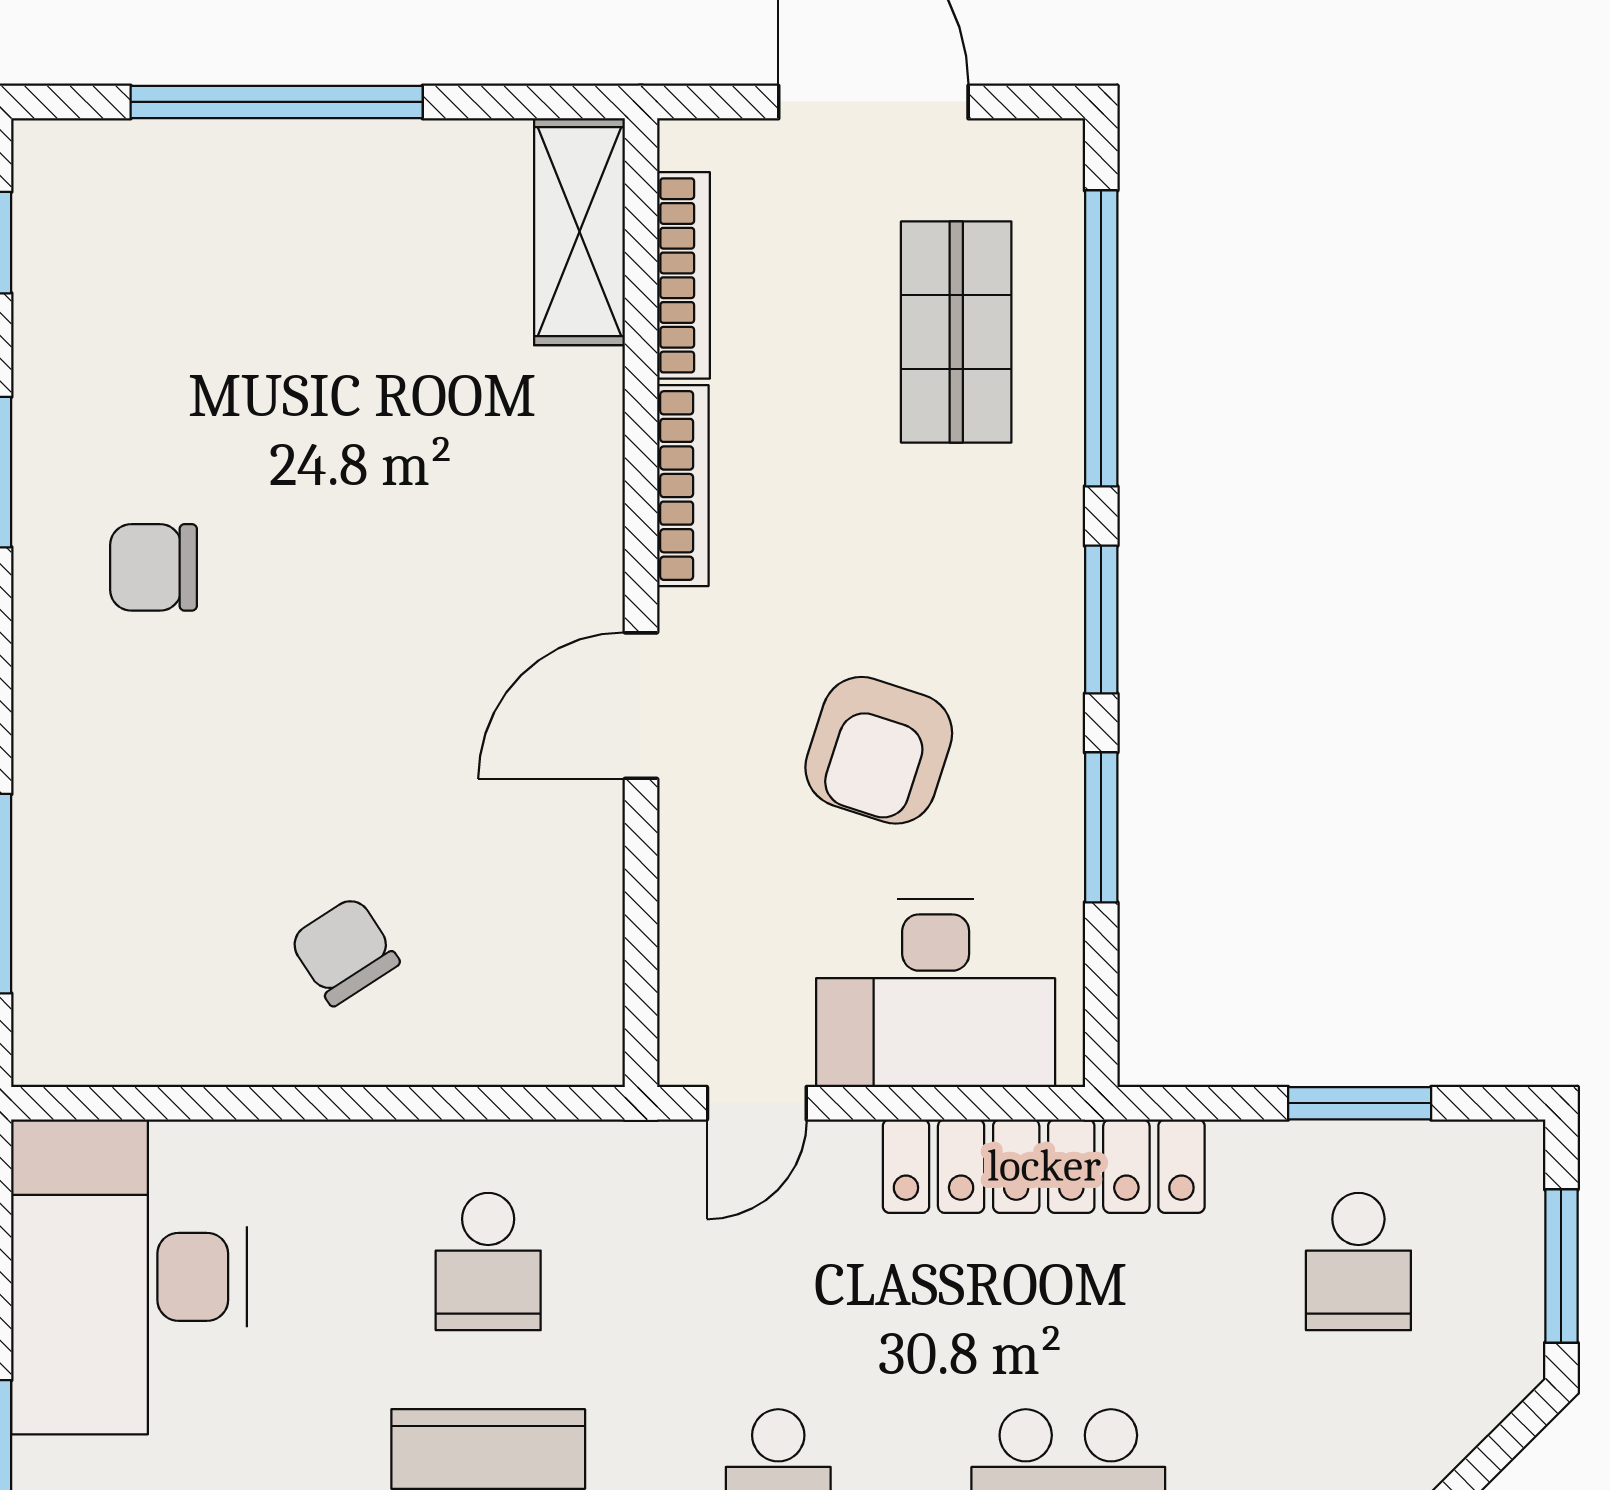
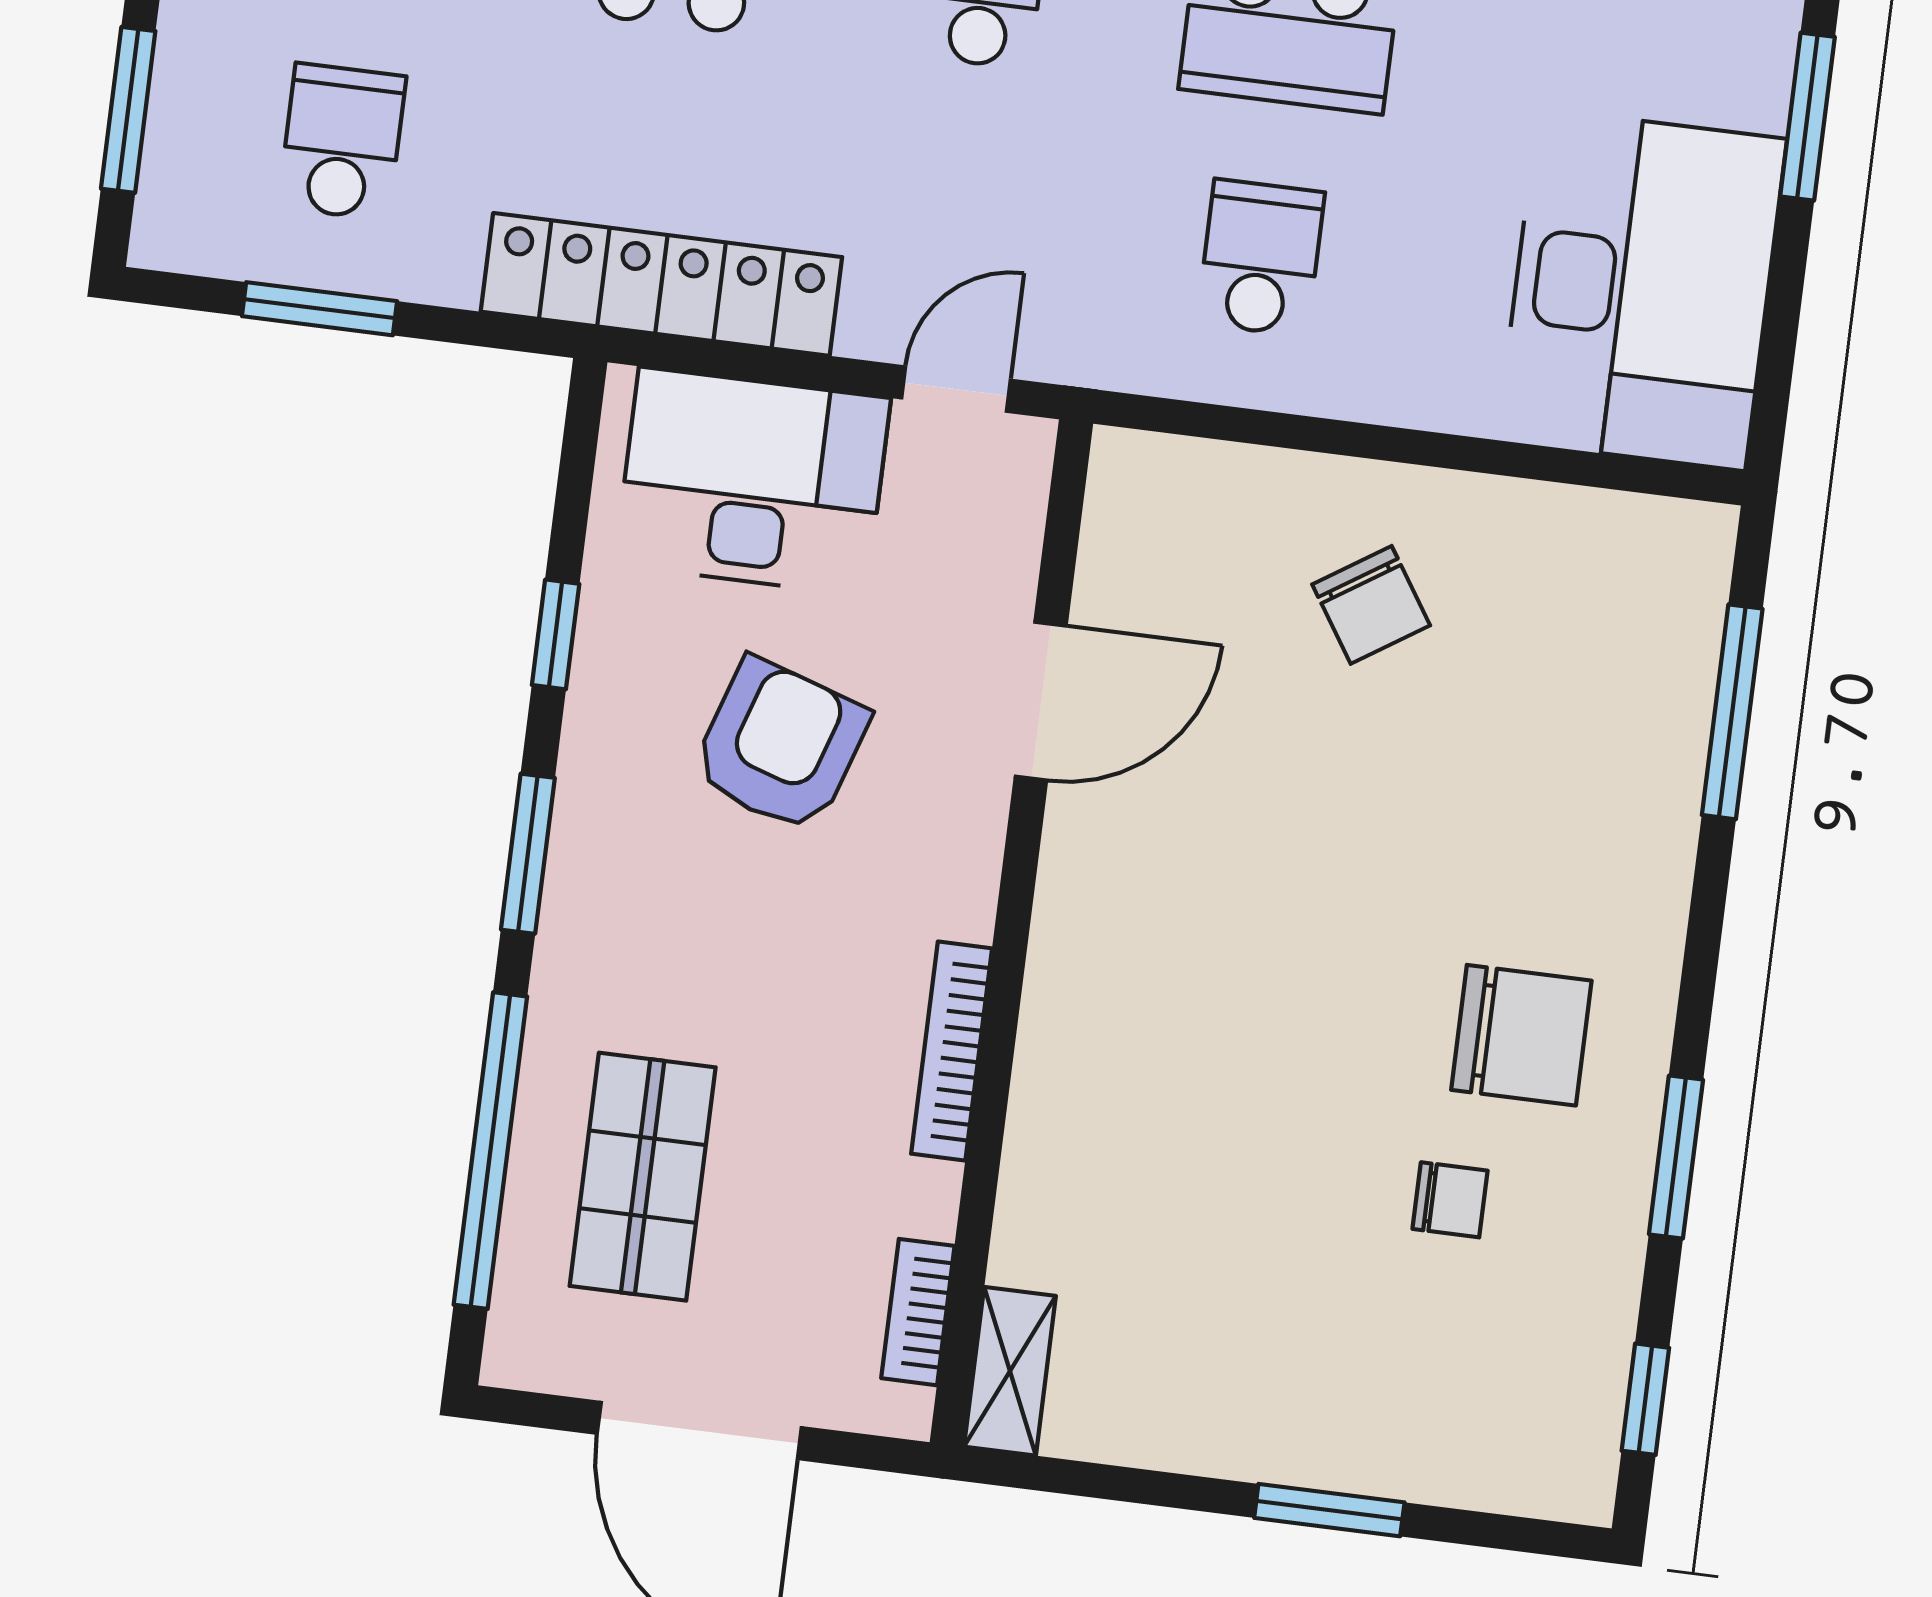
window: (277, 102) -> (1329, 1510), width x0.47
shelving: (579, 232) -> (1010, 1371), width x0.67, depth x0.75
bookcase: (684, 275) -> (918, 1312), width x0.64
chair: (201, 406) -> (1450, 1200), added
chair: (153, 567) -> (1521, 1035), width x1.37, depth x1.37
door: (641, 706) -> (1041, 701), moved
window: (1101, 827) -> (556, 634), width x0.67

